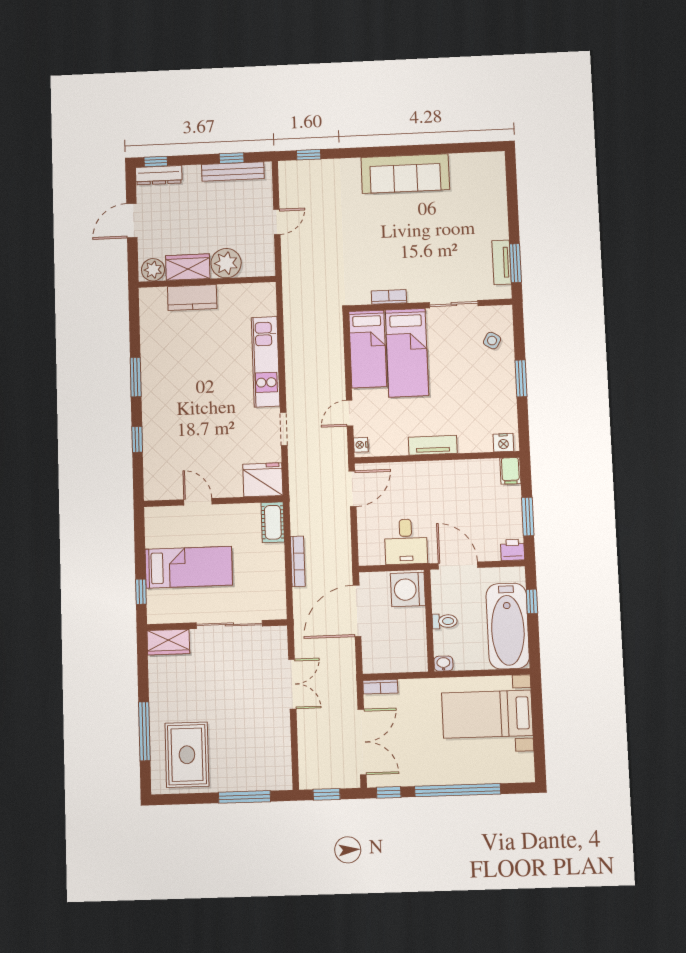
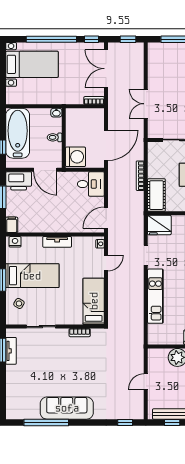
window: (438, 149) -> (46, 422), added
bed: (407, 353) -> (32, 276), moved, turned 90
cot: (273, 522) -> (156, 195), width x1.37, depth x1.34
desk: (406, 542) -> (91, 184), moved, turned 90
printer: (513, 550) -> (19, 181), width x1.87, depth x1.48
bed with nightstands: (487, 714) -> (32, 64), moved

